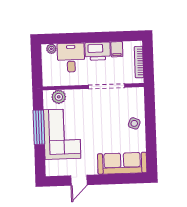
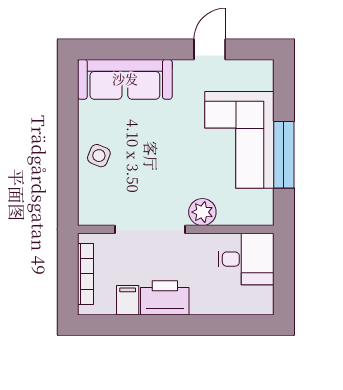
plant: (51, 49) -> (254, 306), removed
desk: (71, 58) -> (246, 259), moved, turned -90
plant: (59, 97) -> (202, 212), moved

